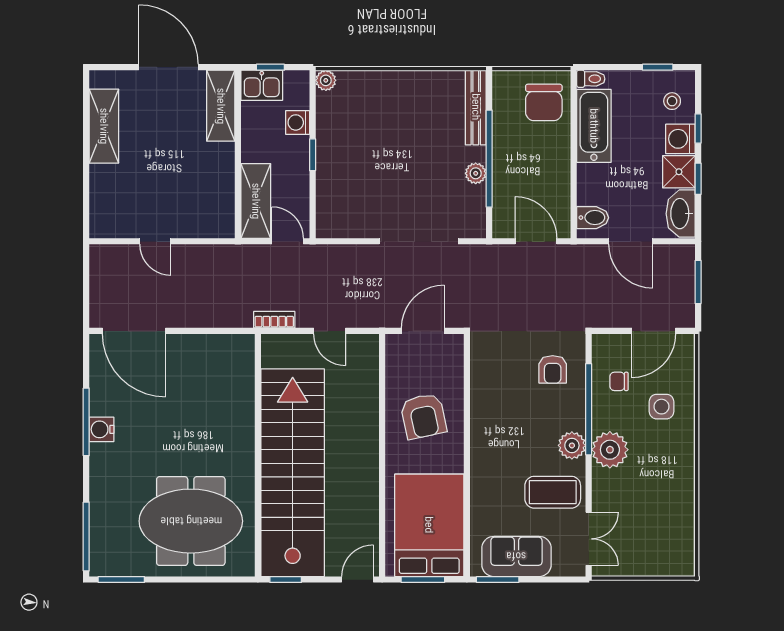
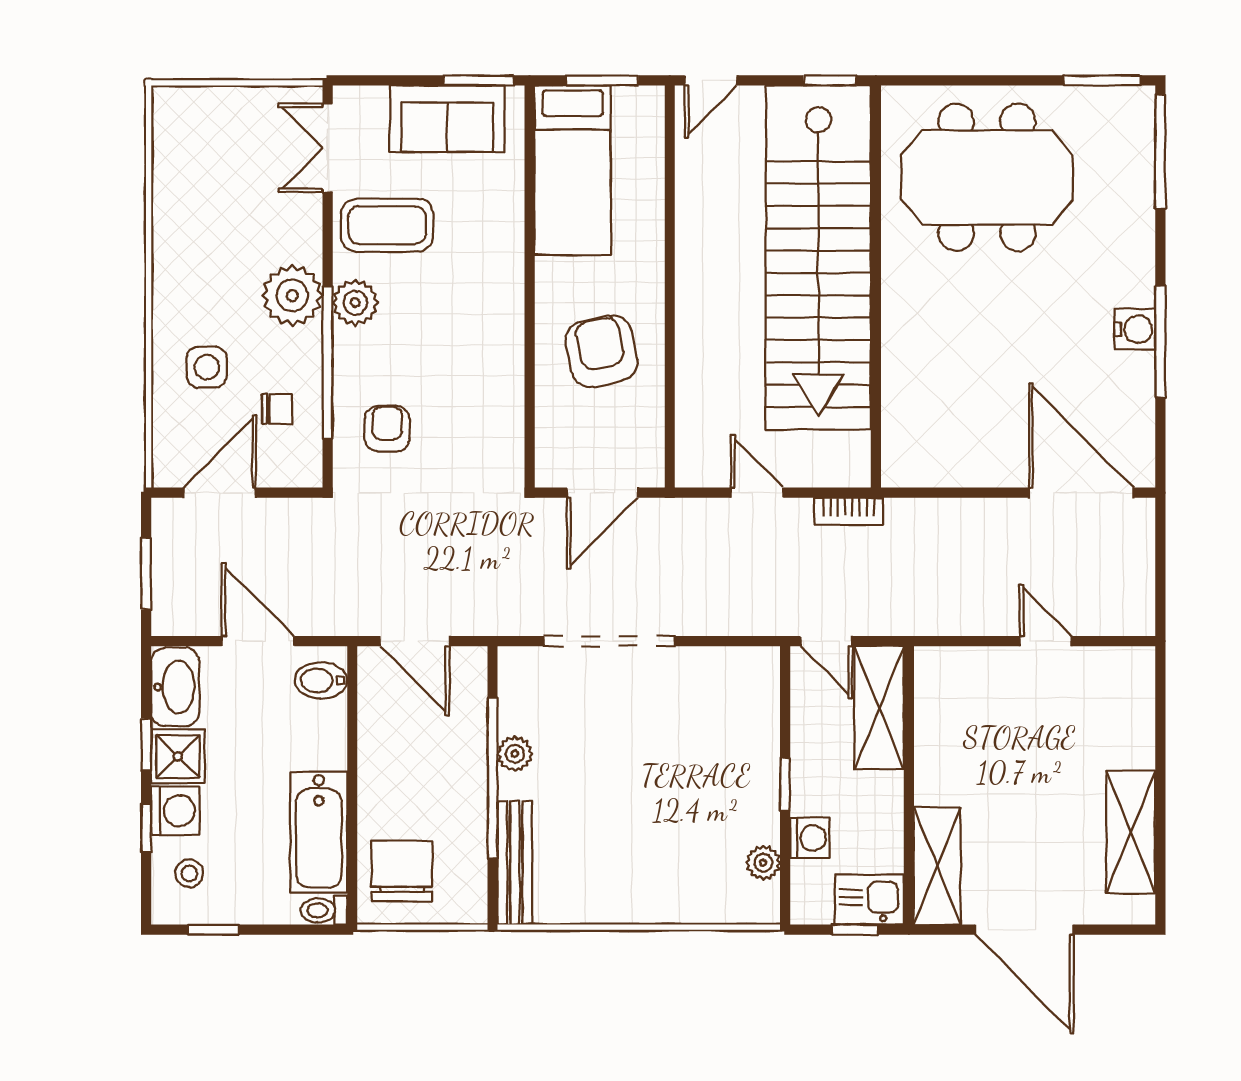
plant: (326, 80) -> (763, 863), moved
bed: (429, 525) -> (573, 170), width x0.67

